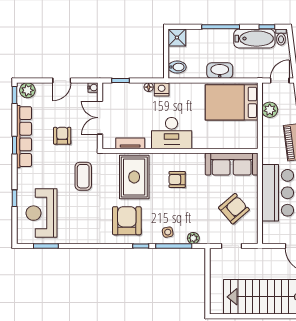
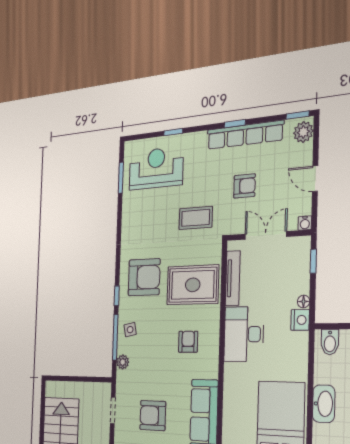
tv unit: (130, 143) -> (233, 278), width x1.41
armchair: (234, 209) -> (153, 415), turned 131

